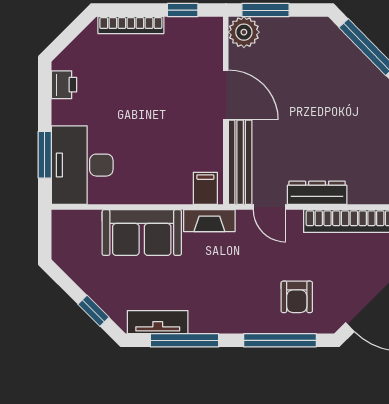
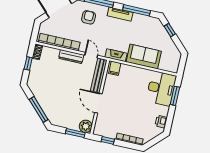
tv unit: (158, 322) -> (120, 14), moved

